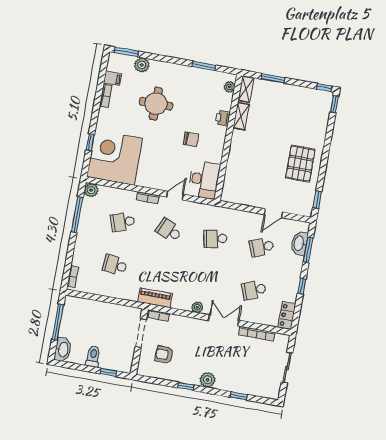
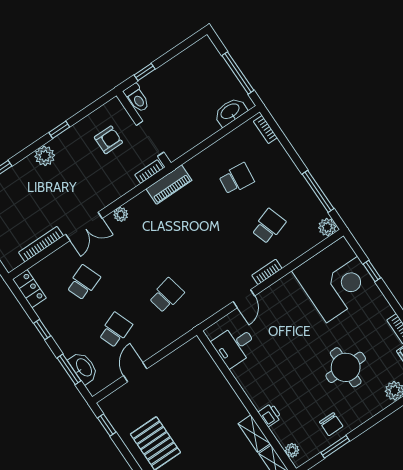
chair: (191, 139) -> (331, 424), moved, turned -90
desk: (204, 180) -> (235, 346), width x0.73
school desk: (169, 230) -> (218, 261), removed
washbasin: (63, 350) -> (230, 112), moved, turned 90
toilet: (93, 356) -> (137, 98), moved

